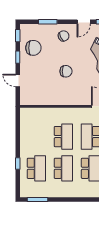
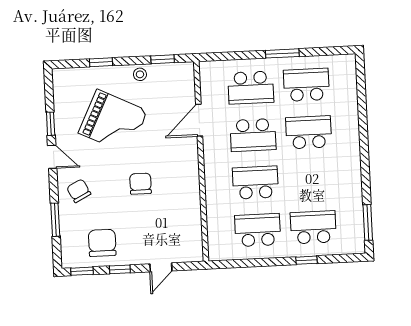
school desk: (63, 168) -> (258, 230), moved

